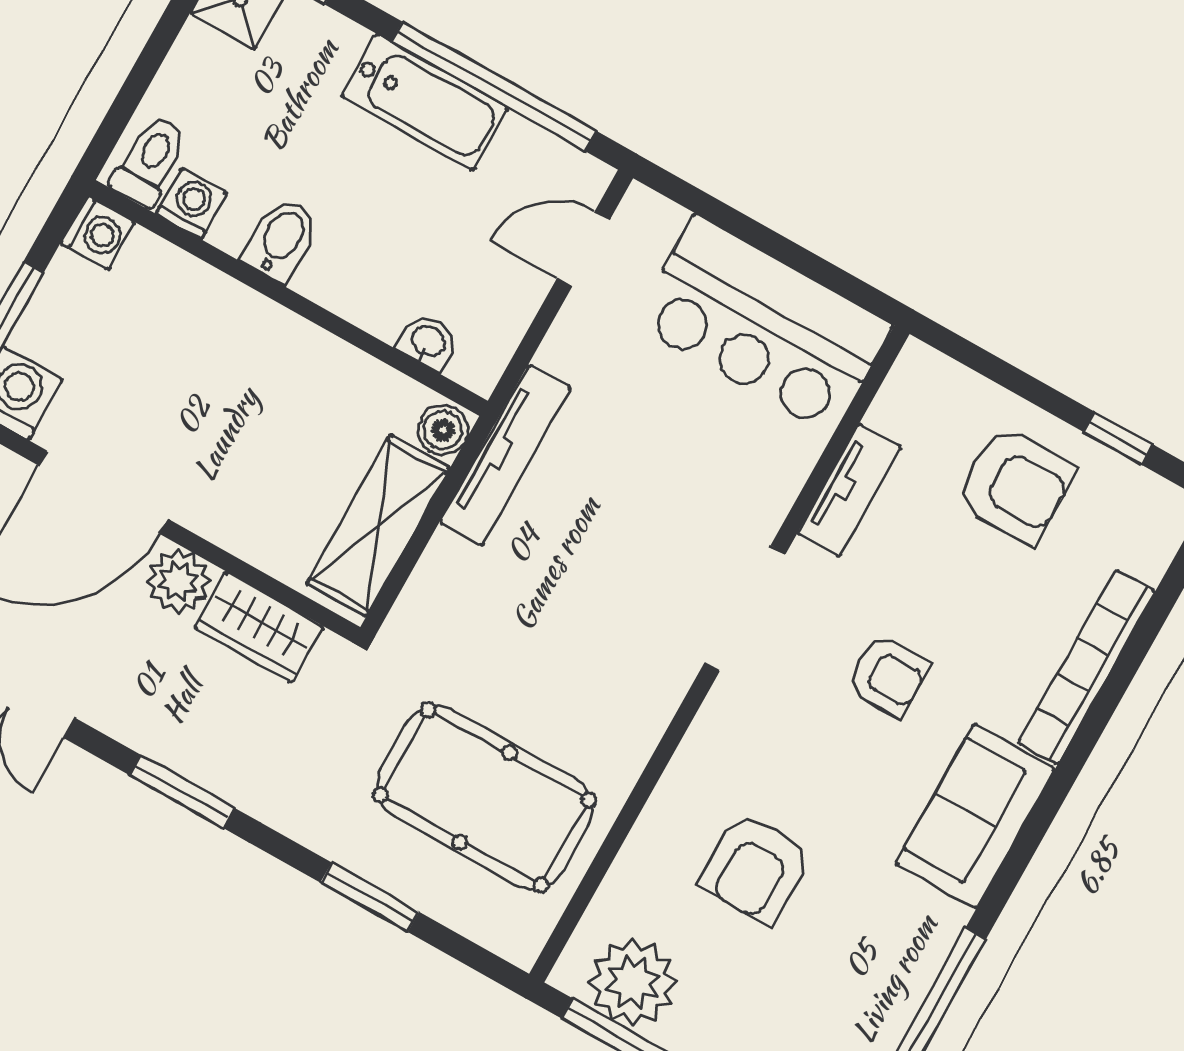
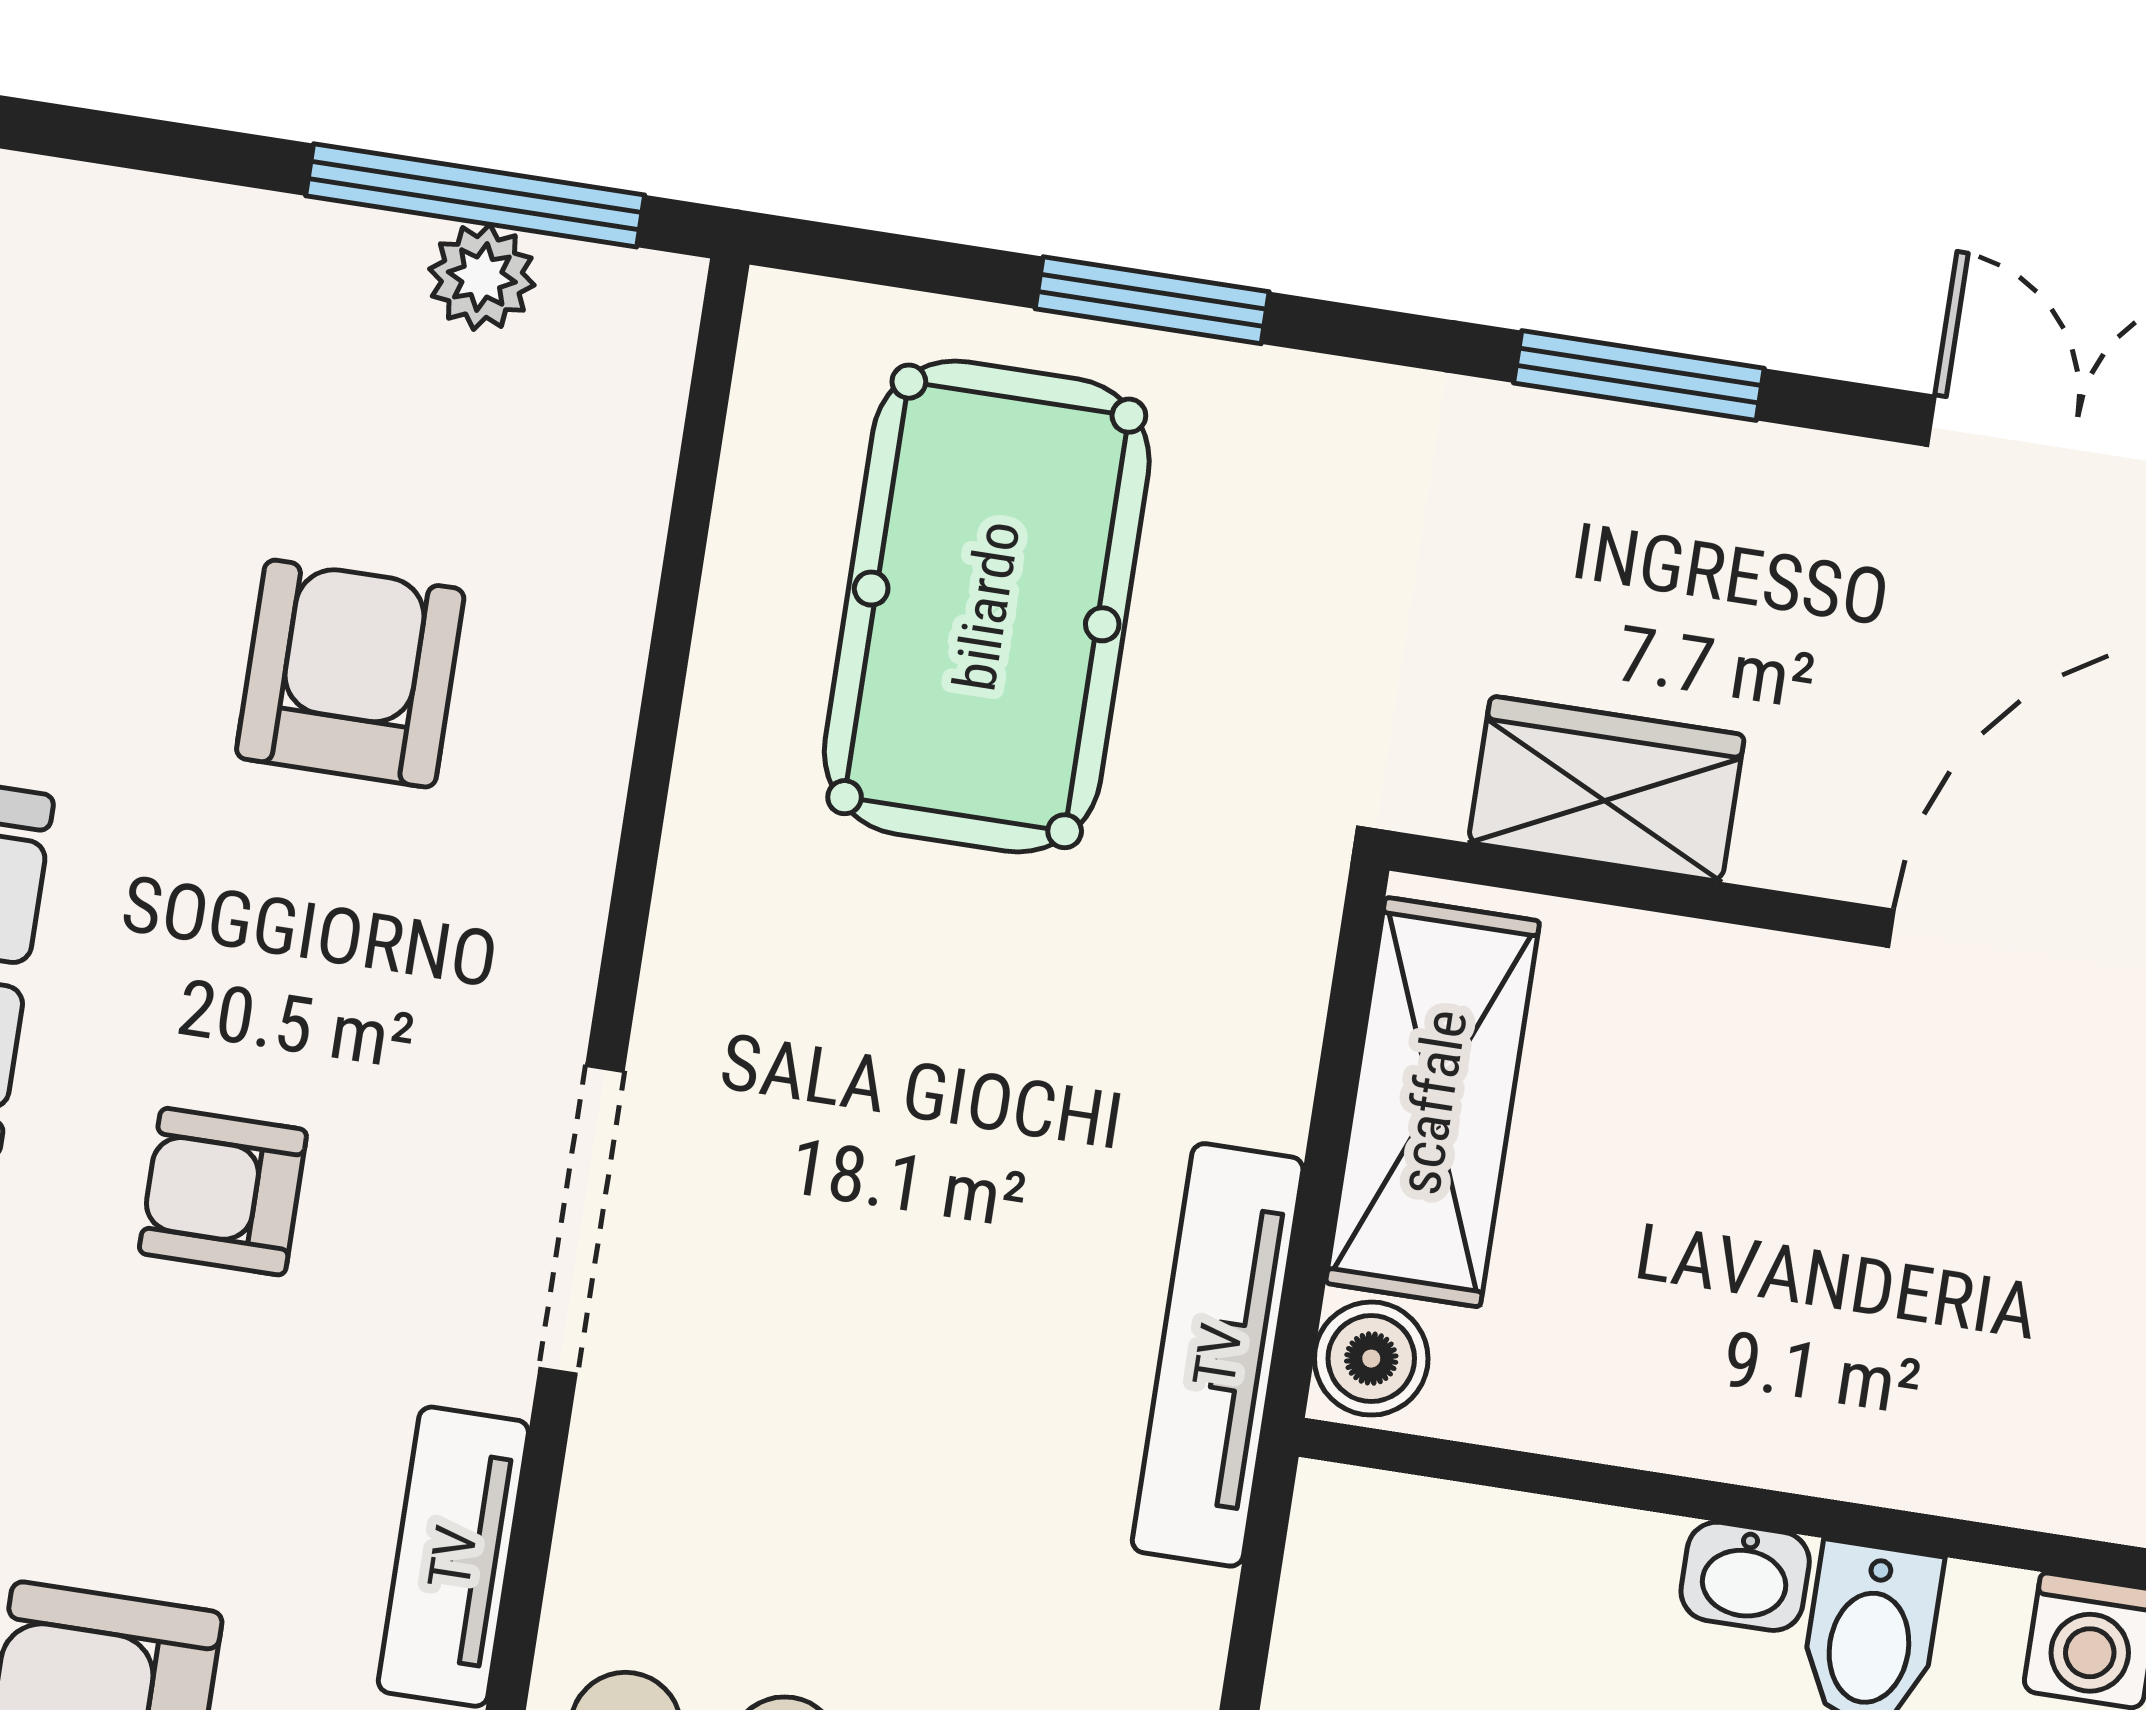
washbasin: (428, 342) -> (1745, 1576), moved
plant: (178, 581) -> (1816, 823), removed
pool table: (485, 797) -> (987, 606), turned 90
plant: (633, 982) -> (482, 277), width x0.53, depth x0.53

